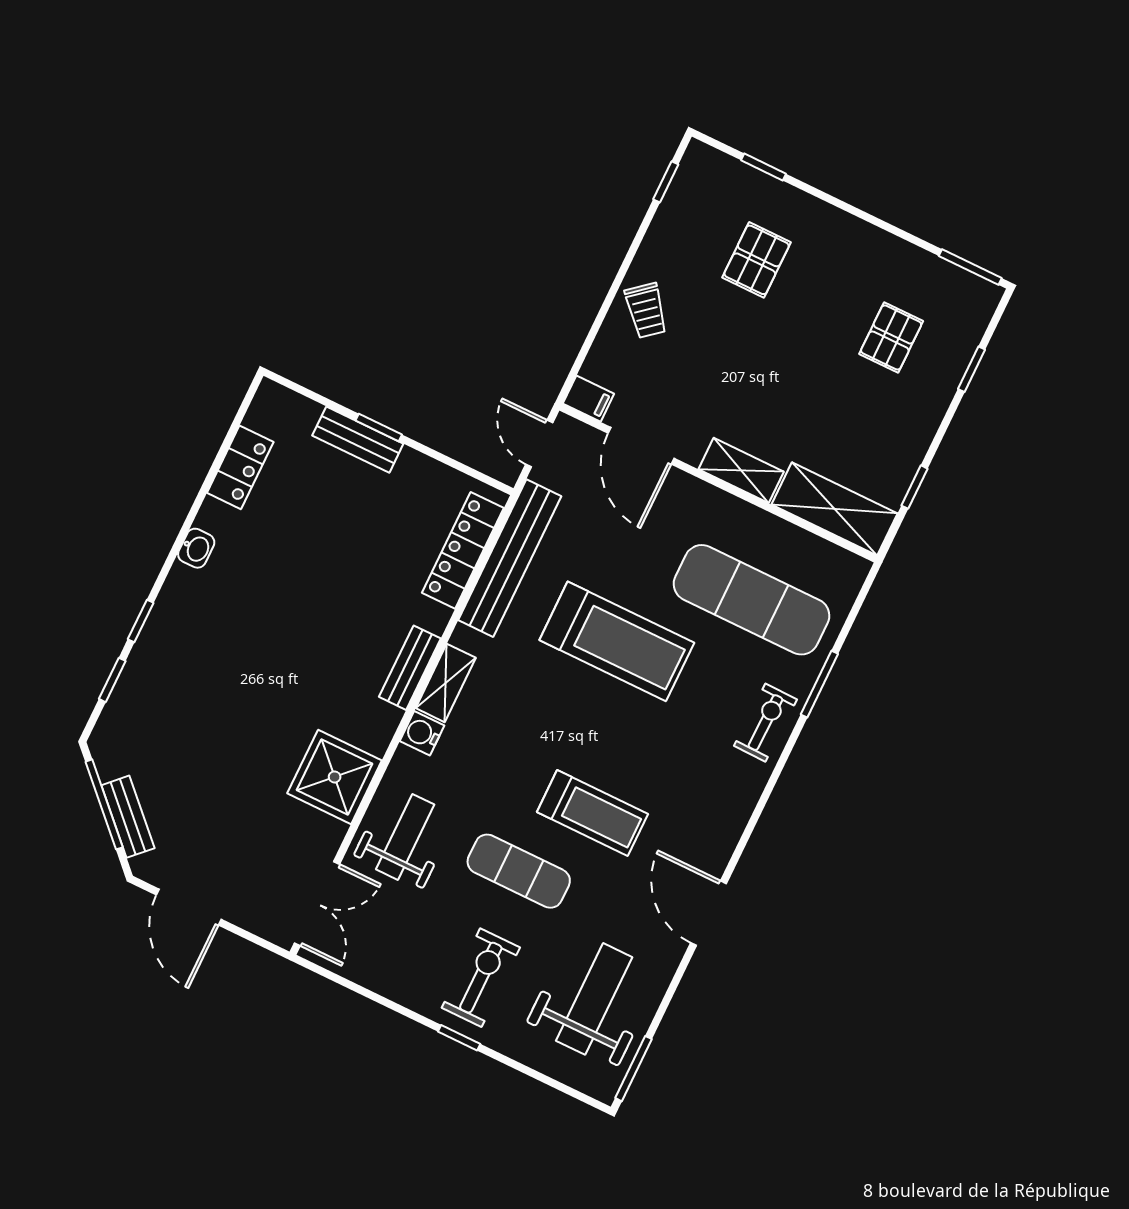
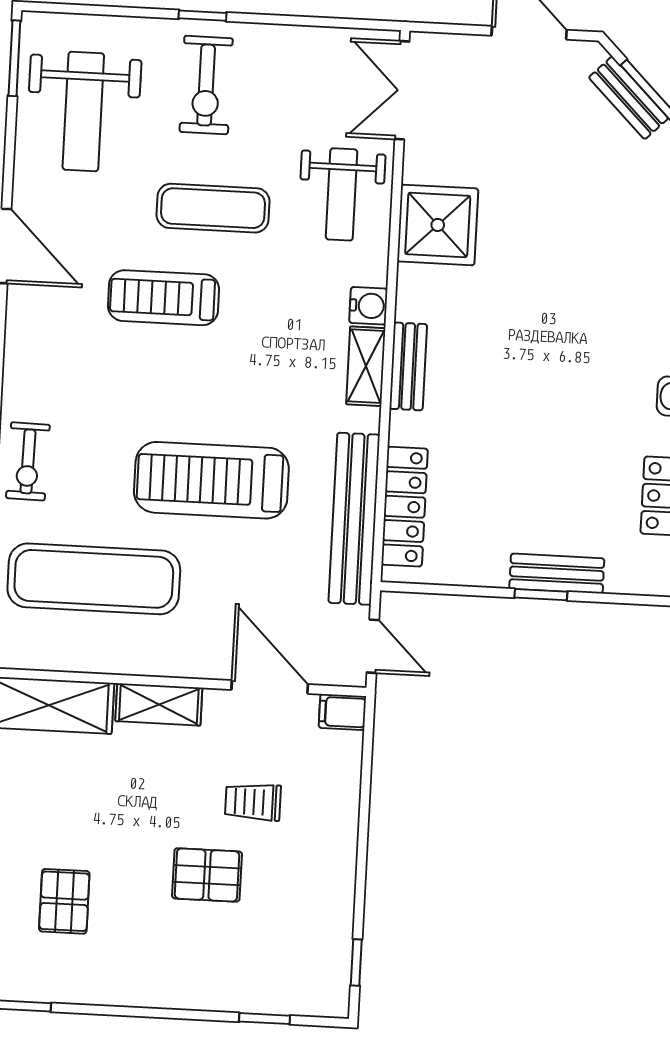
pallet: (757, 260) -> (207, 875), moved, turned 90
trolley: (646, 310) -> (253, 802), moved, turned -50

